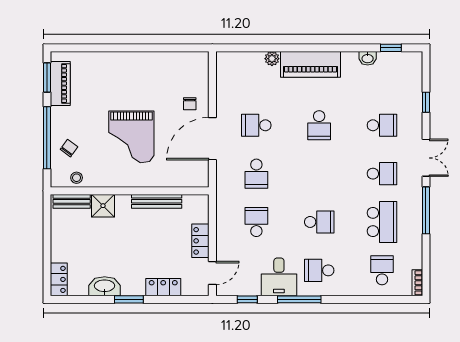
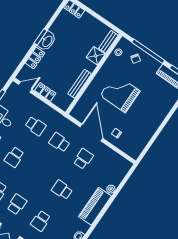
school desk: (382, 174) -> (17, 204), turned 180
door: (212, 273) -> (25, 87), swing flipped
washbasin: (105, 286) -> (47, 41), moved

